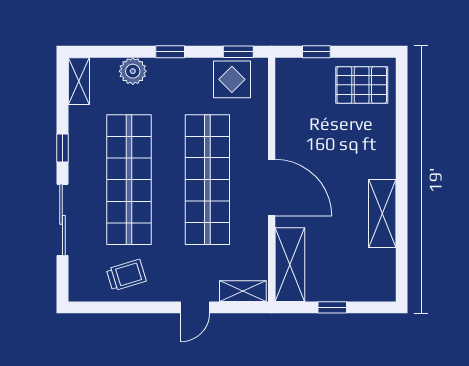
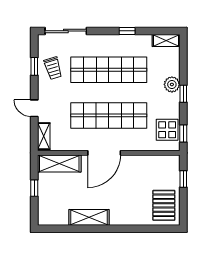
plant: (133, 71) -> (172, 84), moved
sliding door: (62, 220) -> (66, 31), moved
window: (123, 307) -> (34, 66), added

